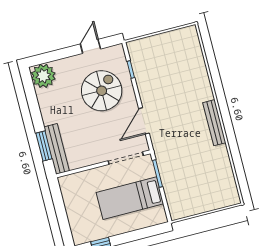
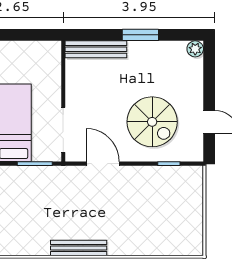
plant: (43, 76) -> (195, 49), width x0.53, depth x0.53
window: (44, 146) -> (140, 35), moved

